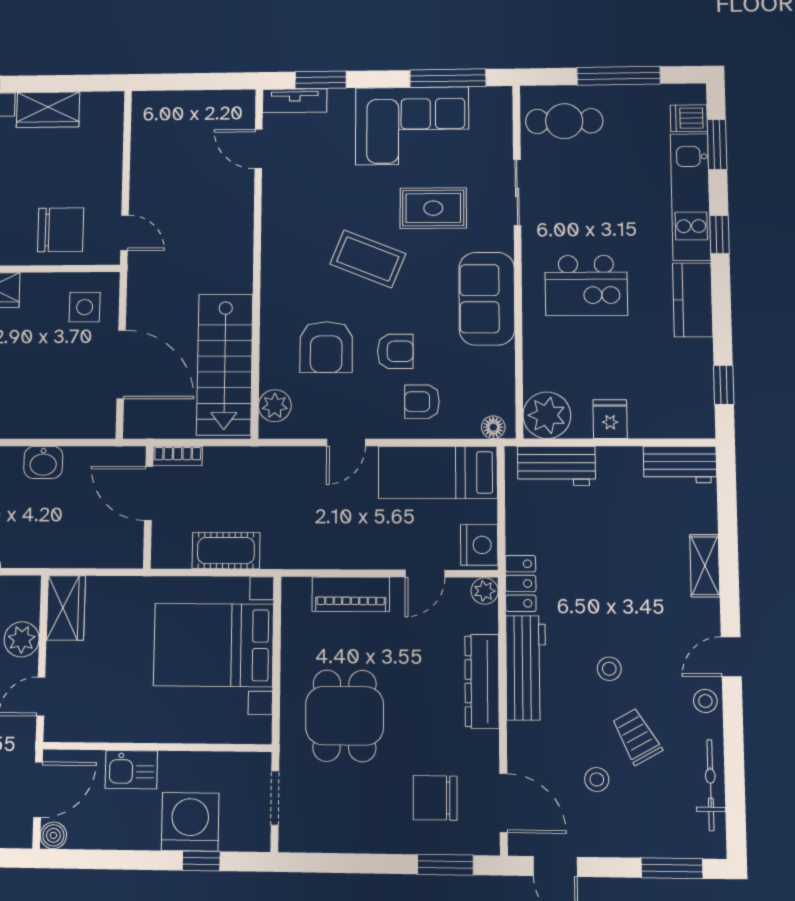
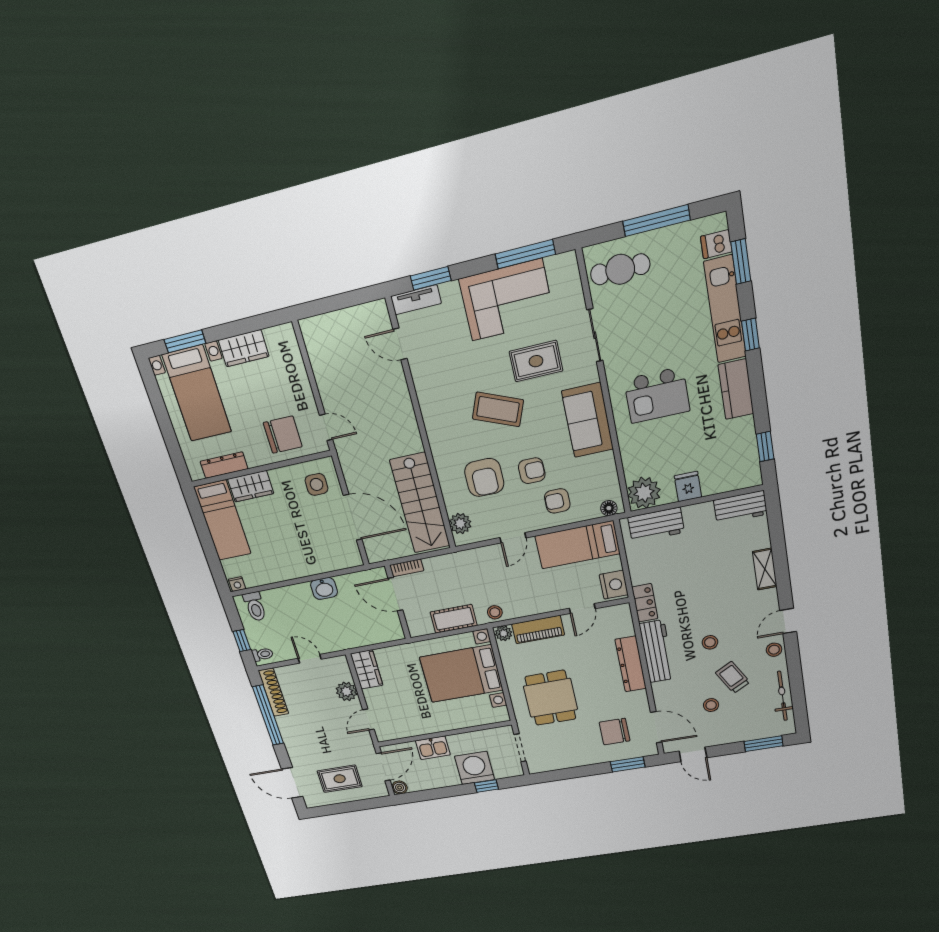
stool: (291, 553) -> (495, 612), added
plant: (485, 591) -> (504, 633), moved

